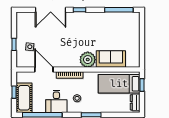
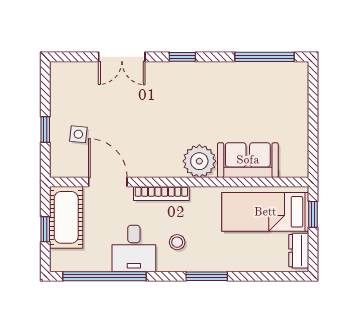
double door: (51, 10) -> (122, 57), width x0.73
cot: (24, 98) -> (66, 217), moved

